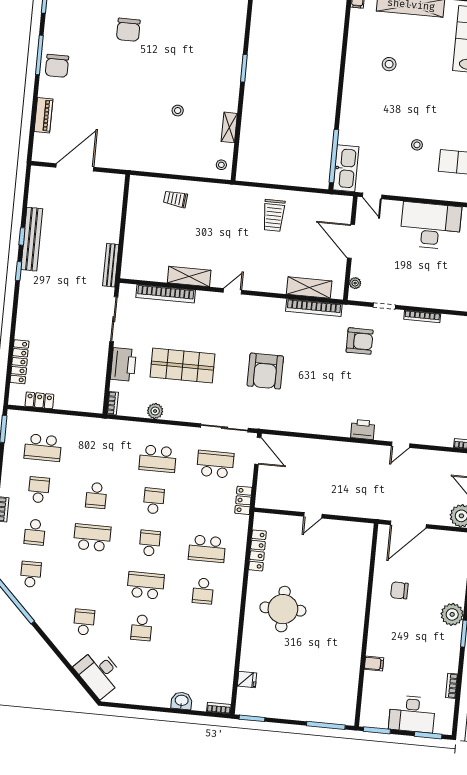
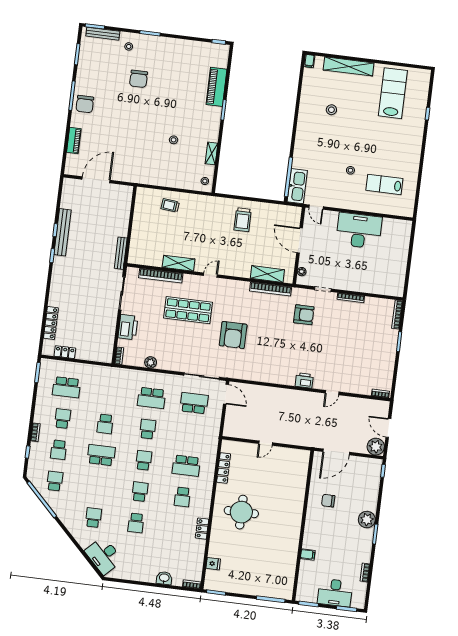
piano: (234, 38) -> (217, 87), added
shop shelf: (183, 366) -> (188, 310), moved
locker: (243, 500) -> (202, 529), moved
school desk: (146, 585) -> (140, 492), width x0.54

